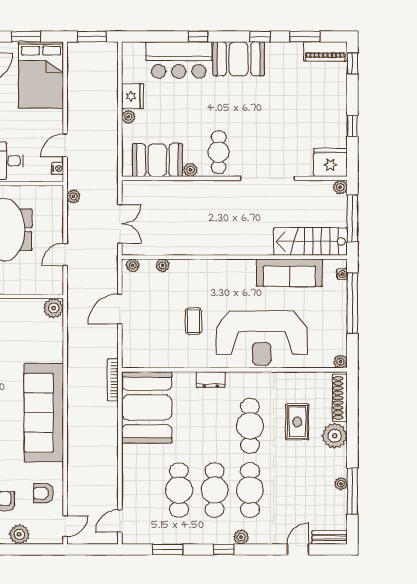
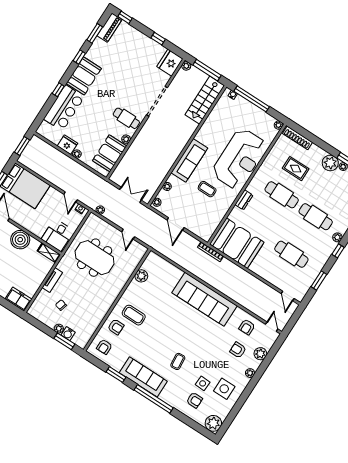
sofa: (289, 273) -> (189, 160), moved
plant: (54, 308) -> (141, 276), moved
plant: (335, 436) -> (330, 163), moved
cafe table: (215, 490) -> (304, 235), removed

